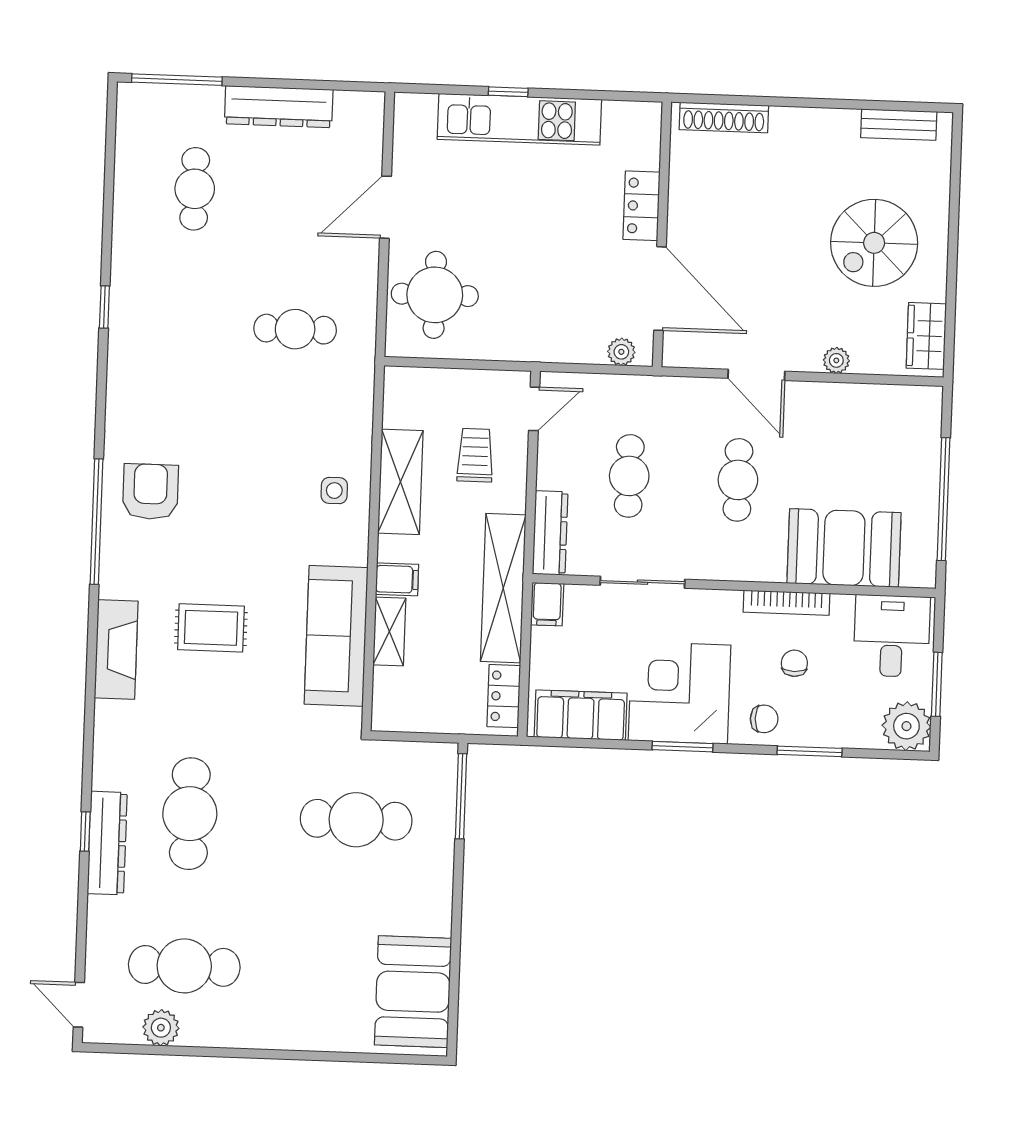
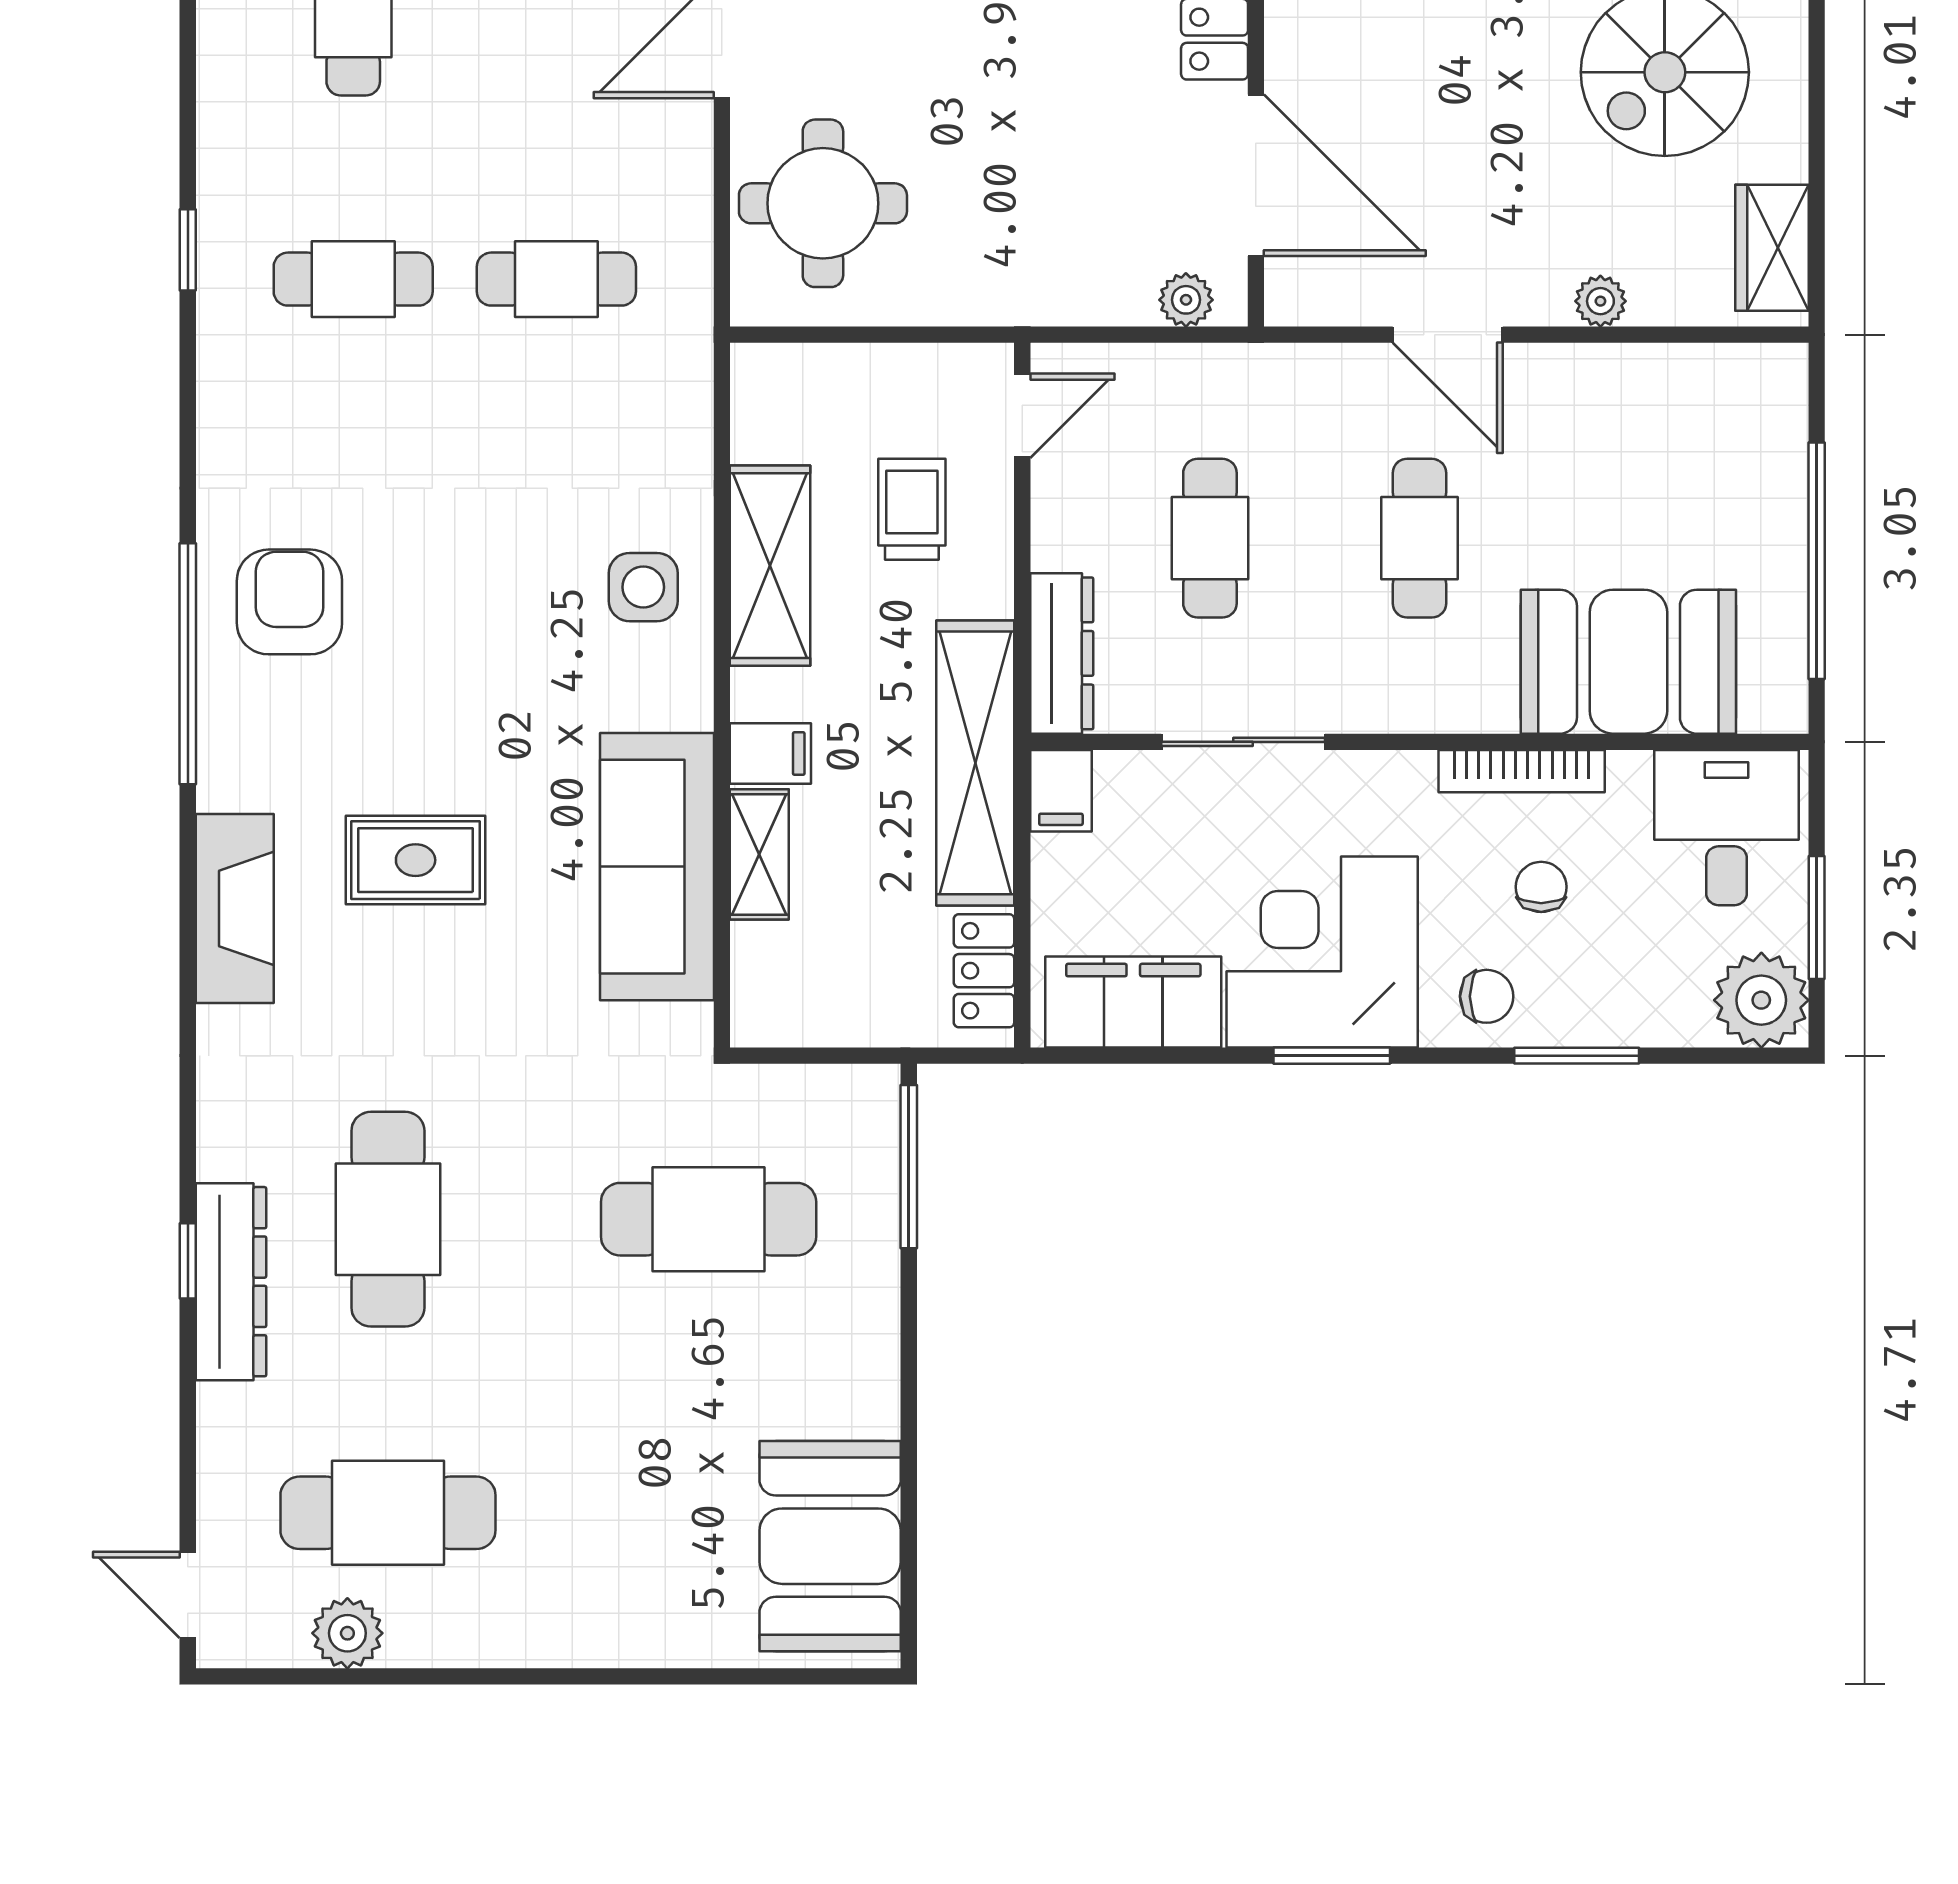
cafe table: (190, 325) -> (353, 279), added
side table: (334, 491) -> (643, 587), width x1.37, depth x1.37

